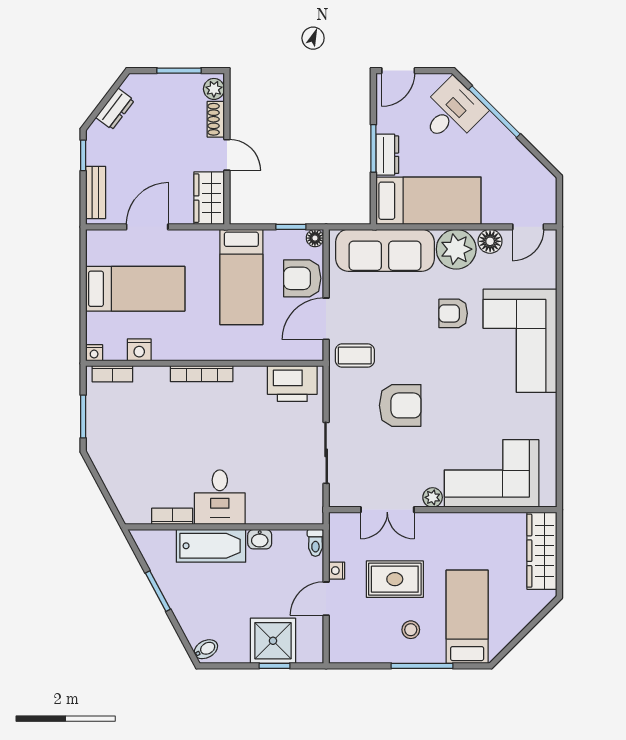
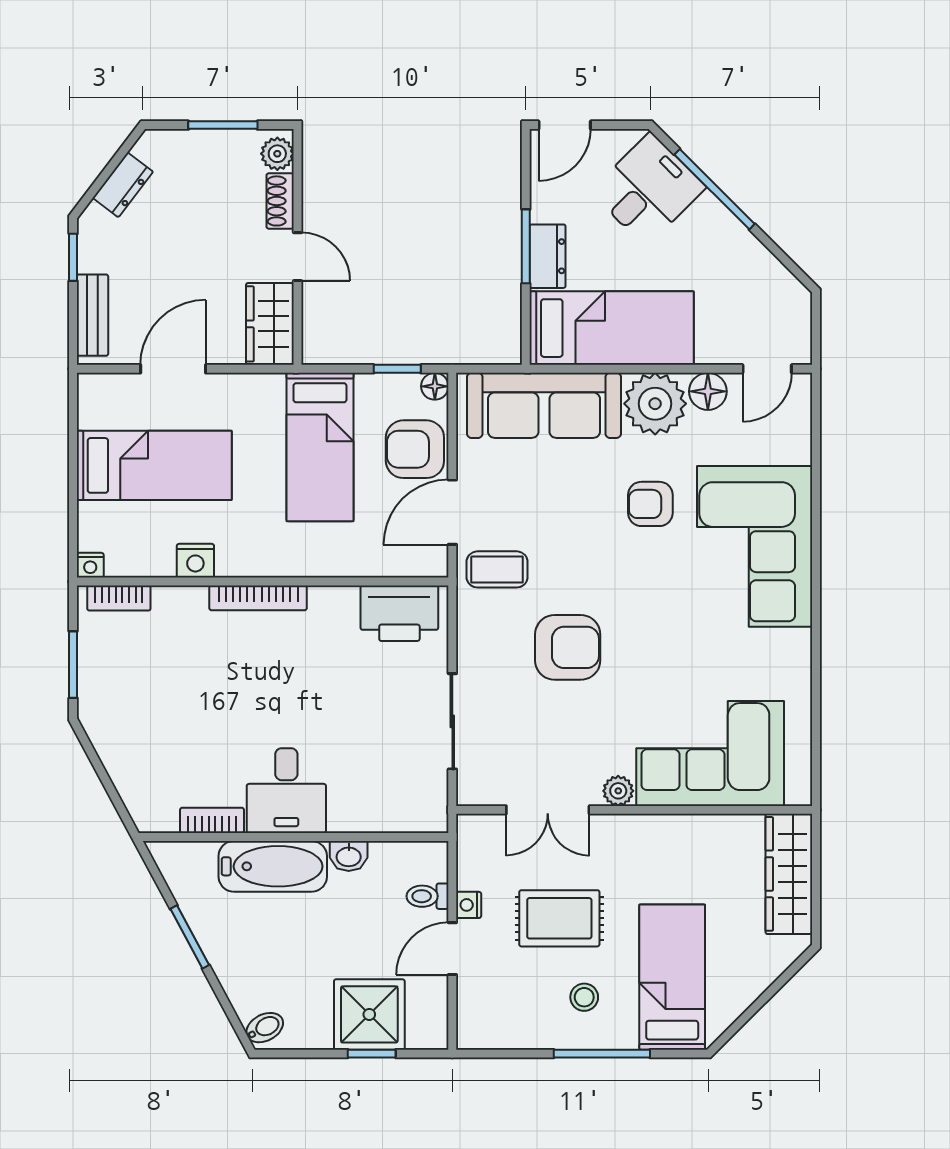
nightstand: (139, 350) -> (195, 561), moved
toilet: (315, 543) -> (427, 896), moved, turned 90

